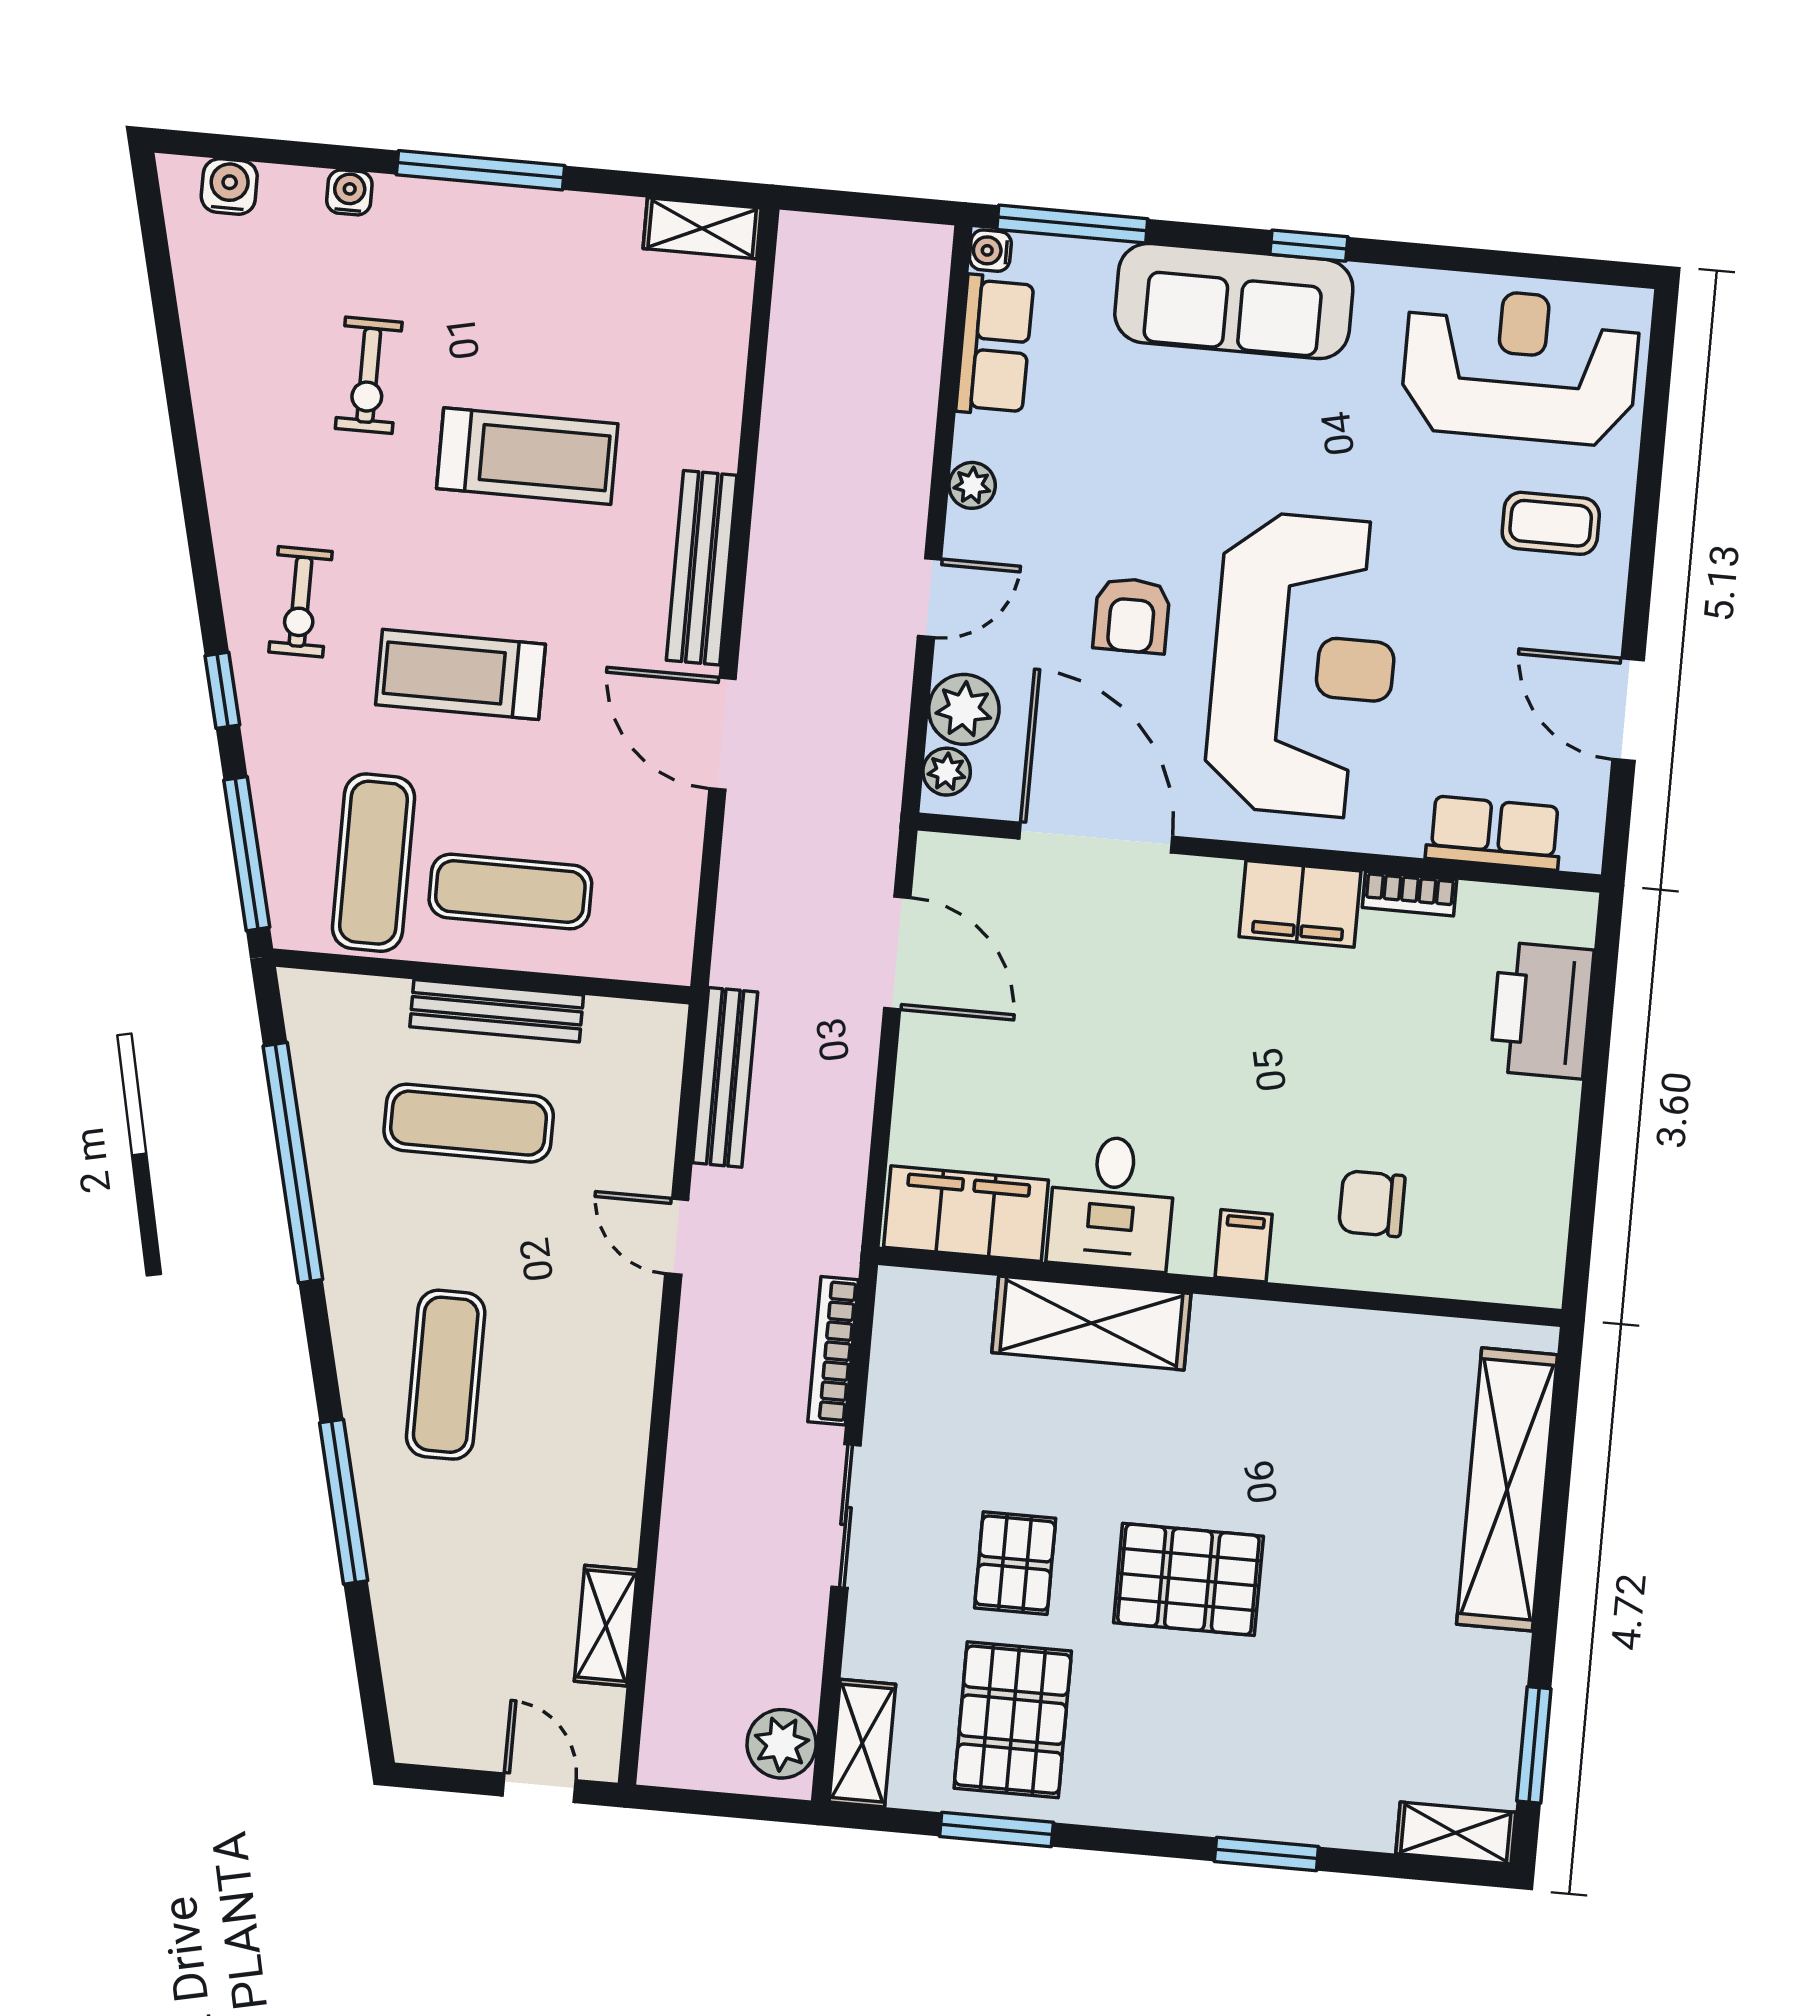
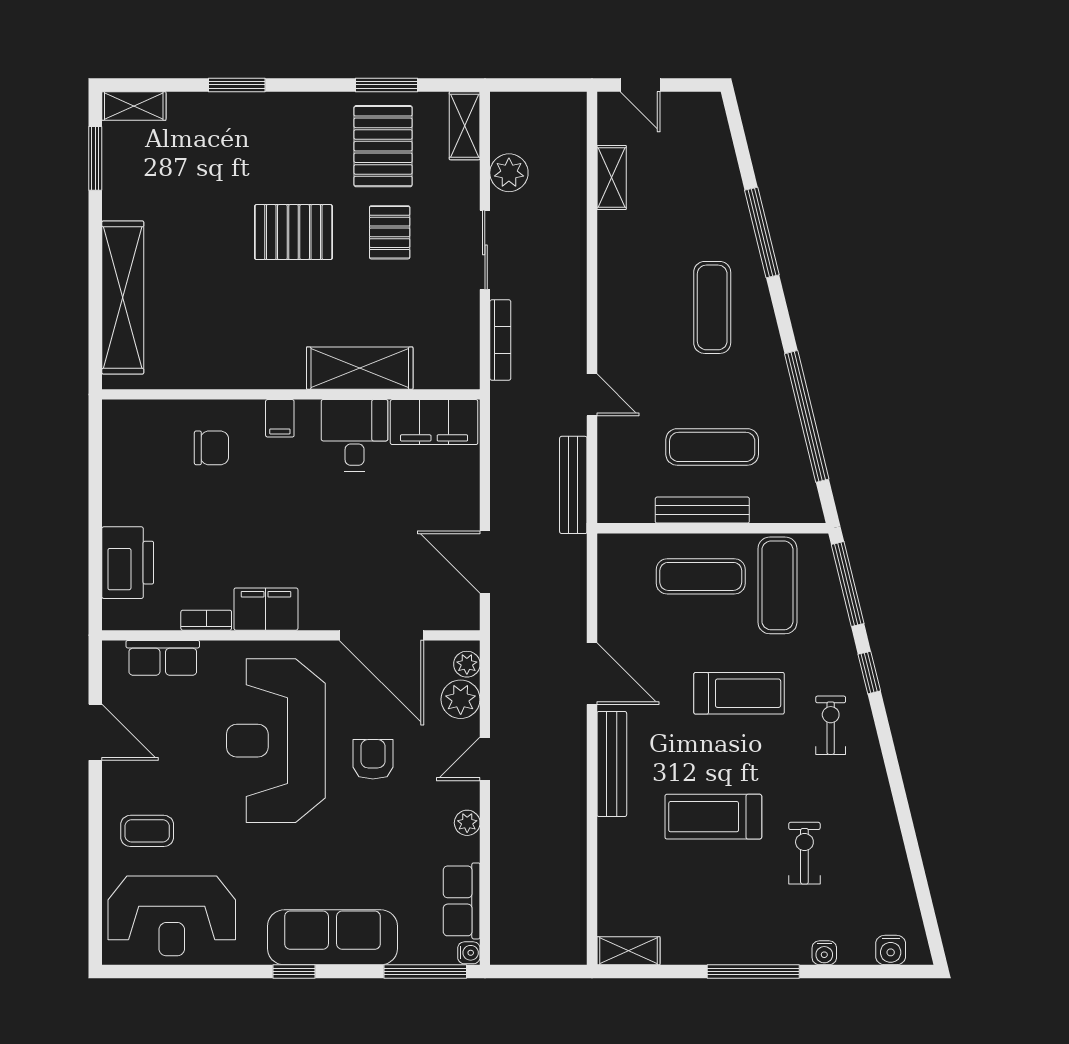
plant: (782, 1744) -> (509, 173), moved

